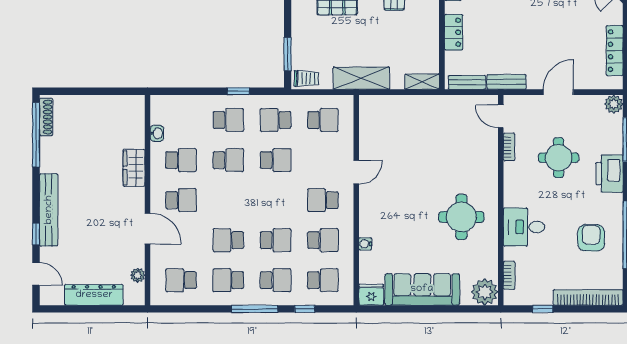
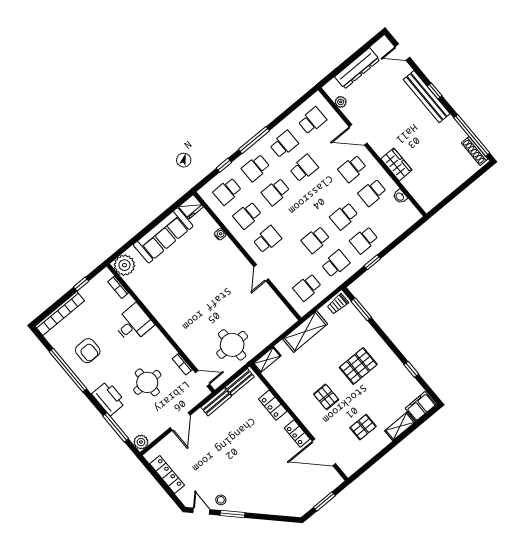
round table: (461, 217) -> (232, 345), moved
window: (36, 234) -> (435, 91), moved

